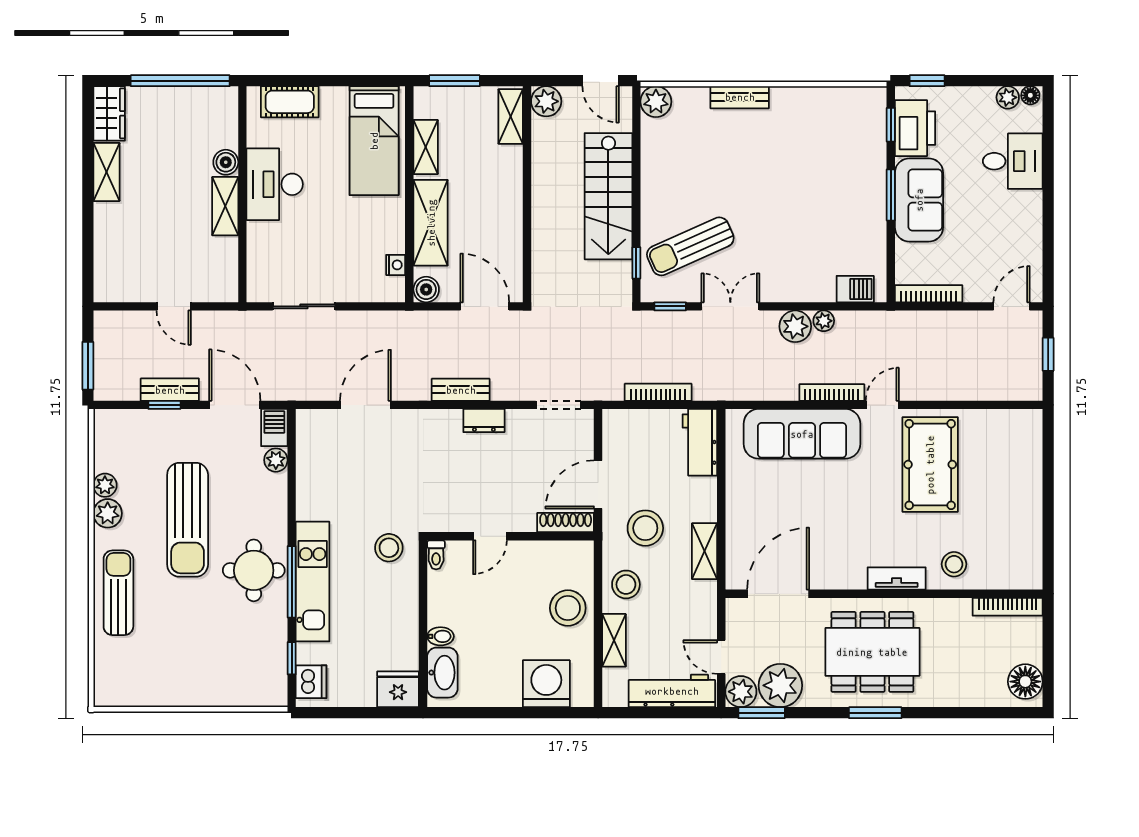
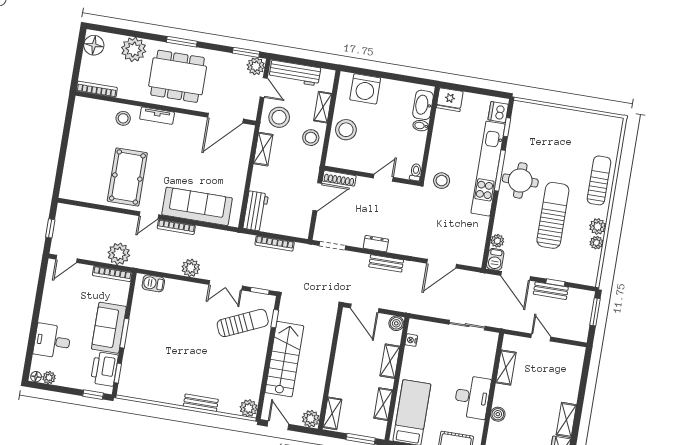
shelving: (225, 206) -> (506, 368), moved
shelving: (431, 223) -> (390, 361), width x0.67, depth x0.75
plant: (824, 321) -> (119, 254), moved, width x1.87, depth x1.87
stool: (645, 528) -> (279, 117), moved
kitchen unit: (313, 582) -> (488, 169), width x1.36
sun lounger: (118, 593) -> (599, 180), turned 180
plant: (780, 685) -> (134, 49), moved

